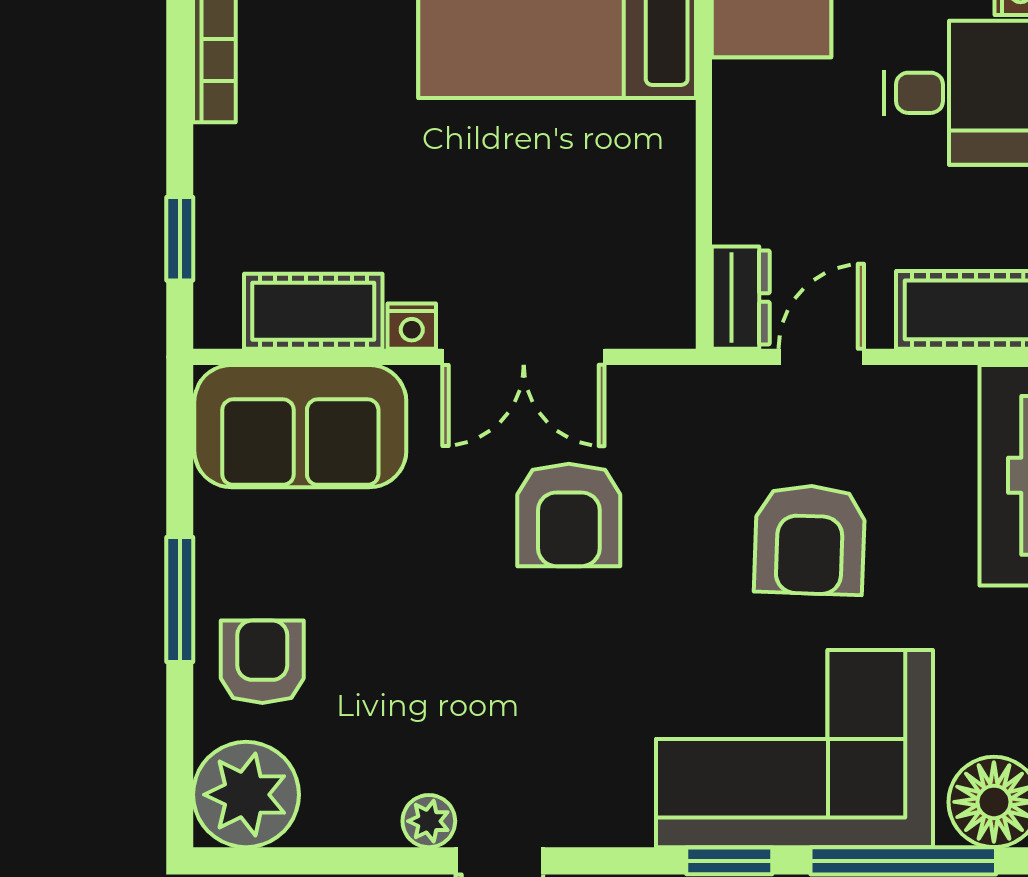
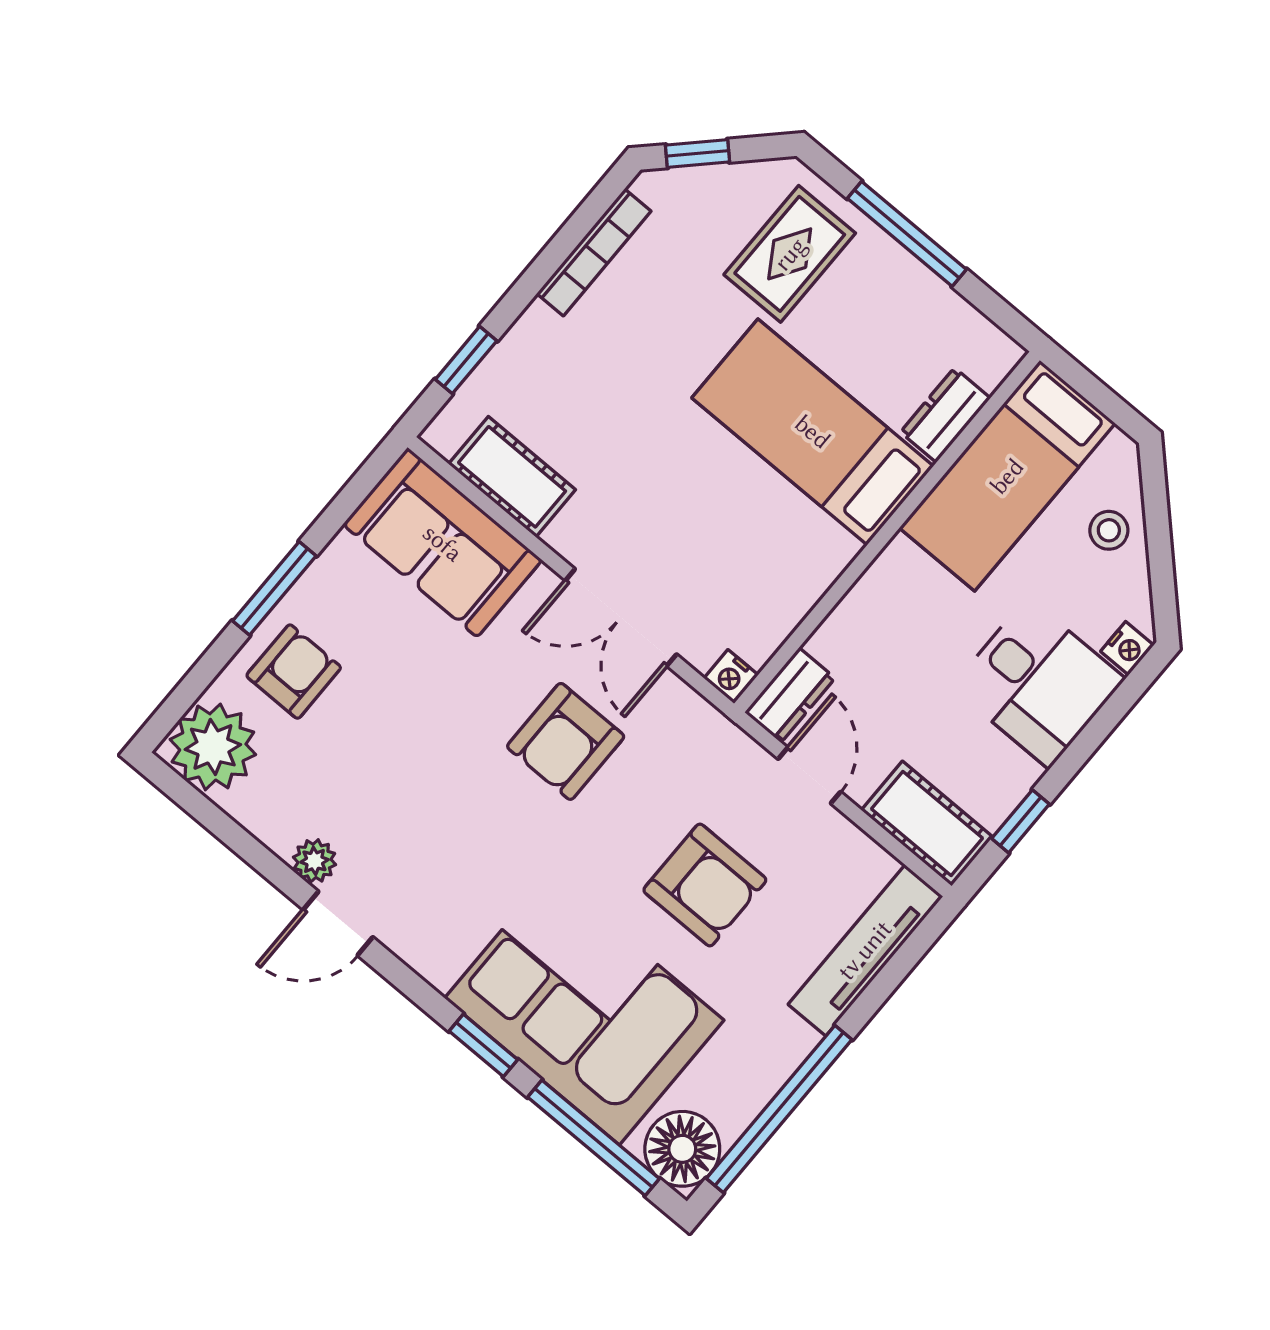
nightstand: (412, 326) -> (731, 677), moved
door: (821, 357) -> (809, 775), hinge flipped
armchair: (810, 540) -> (705, 885), turned -92

